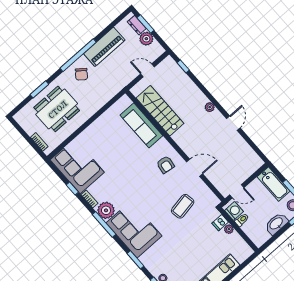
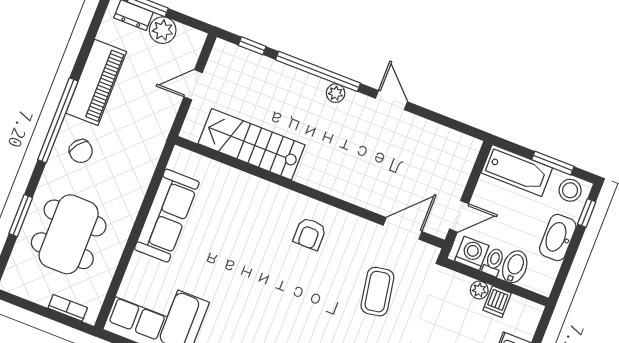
window: (207, 93) -> (318, 71), added
sofa: (141, 125) -> (167, 216), moved, turned -90
armchair: (165, 165) -> (310, 234), turned 82
door: (195, 168) -> (403, 228), moved
dishwasher: (220, 223) -> (497, 302), moved
bidet: (250, 227) -> (515, 267), added

